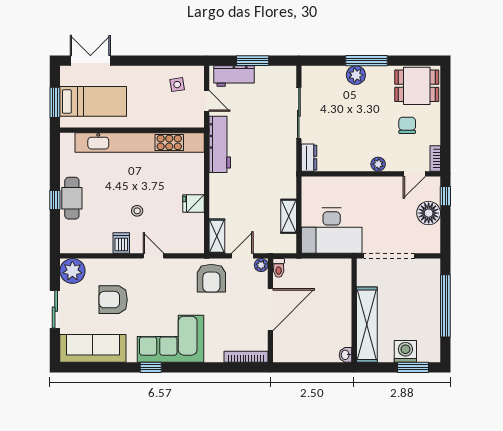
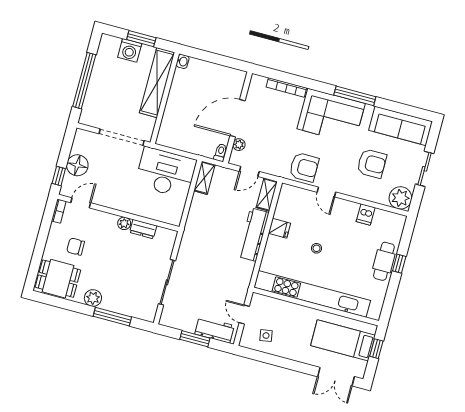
window: (367, 61) -> (112, 317), moved
plant: (356, 75) -> (93, 298), moved
window: (55, 102) -> (376, 349), width x0.67
chair: (407, 125) -> (76, 247), turned 90
workbench: (220, 144) -> (253, 235), moved
dresser: (309, 158) -> (143, 229), moved, turned -90
plant: (378, 164) -> (124, 223), moved
stool: (137, 211) -> (317, 248), moved
shelving: (289, 216) -> (205, 178), moved
dishwasher: (121, 243) -> (366, 215), moved
plant: (261, 265) -> (239, 145), moved
armchair: (211, 278) -> (304, 167), moved, turned 90
bookcase: (246, 357) -> (286, 87), moved
window: (151, 367) -> (355, 96), width x2.17
window: (413, 367) -> (141, 39), moved

